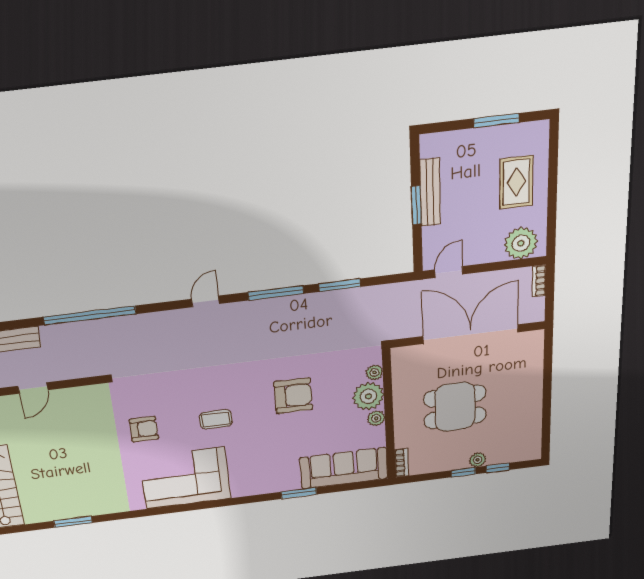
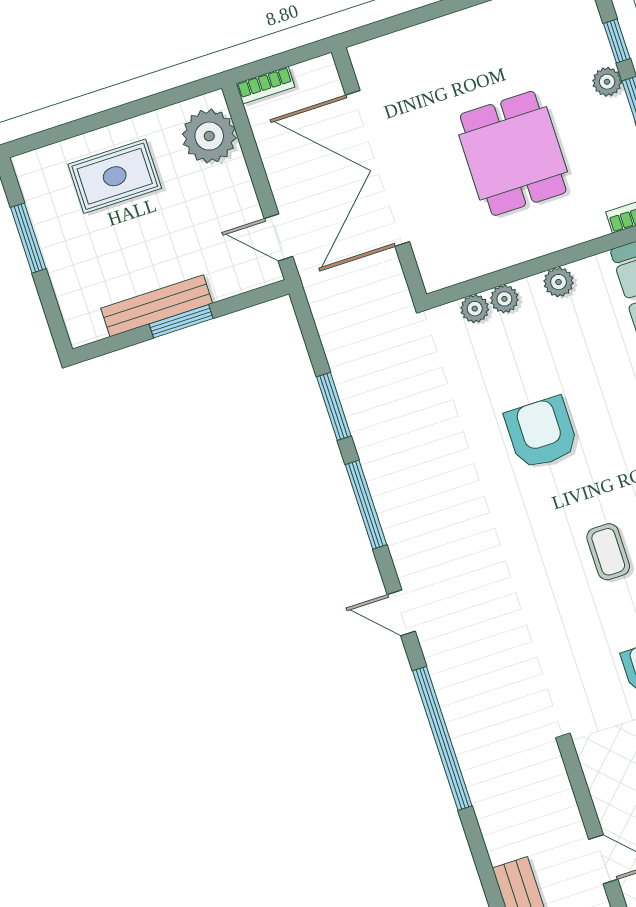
window: (90, 315) -> (442, 738), moved
plant: (368, 396) -> (504, 299), width x0.53, depth x0.53

